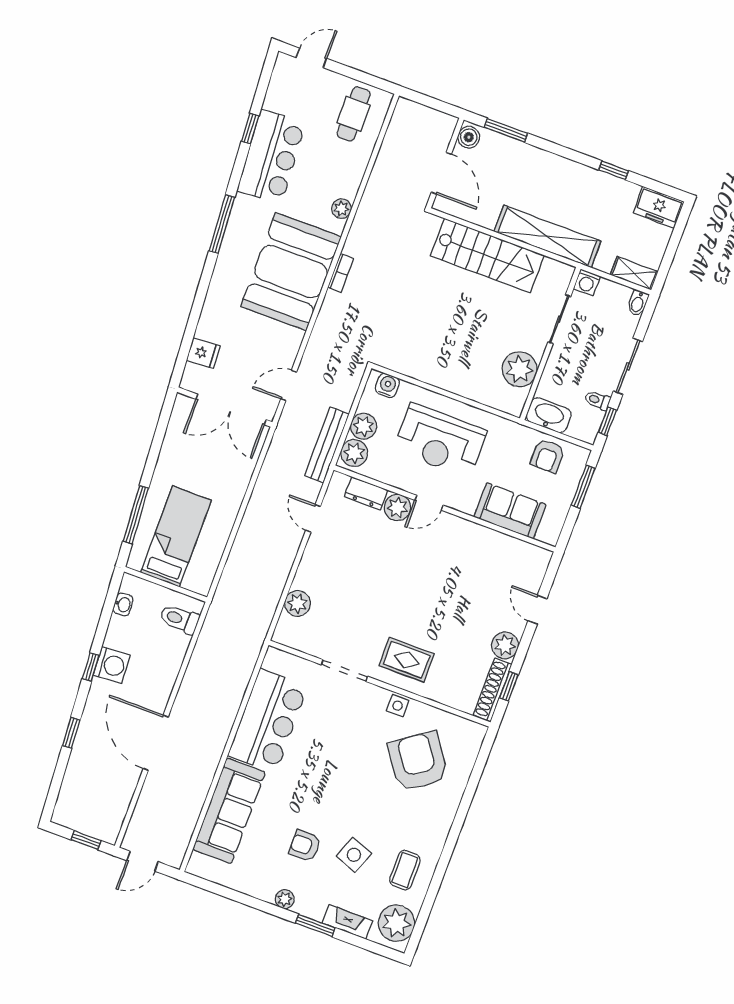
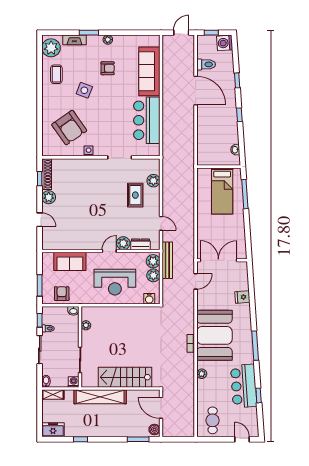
door: (312, 58) -> (242, 439), swing flipped
fridge: (203, 353) -> (242, 297), moved
plant: (520, 369) -> (86, 325), width x0.53, depth x0.53
washbasin: (549, 415) -> (73, 311), width x0.52, depth x0.69
reception desk: (440, 440) -> (115, 282), turned 180
toilet: (179, 619) -> (206, 64), moved
rug: (407, 660) -> (135, 195), moved, turned 90
washing machine: (112, 665) -> (225, 43), moved
side table: (354, 855) -> (84, 90), moved

